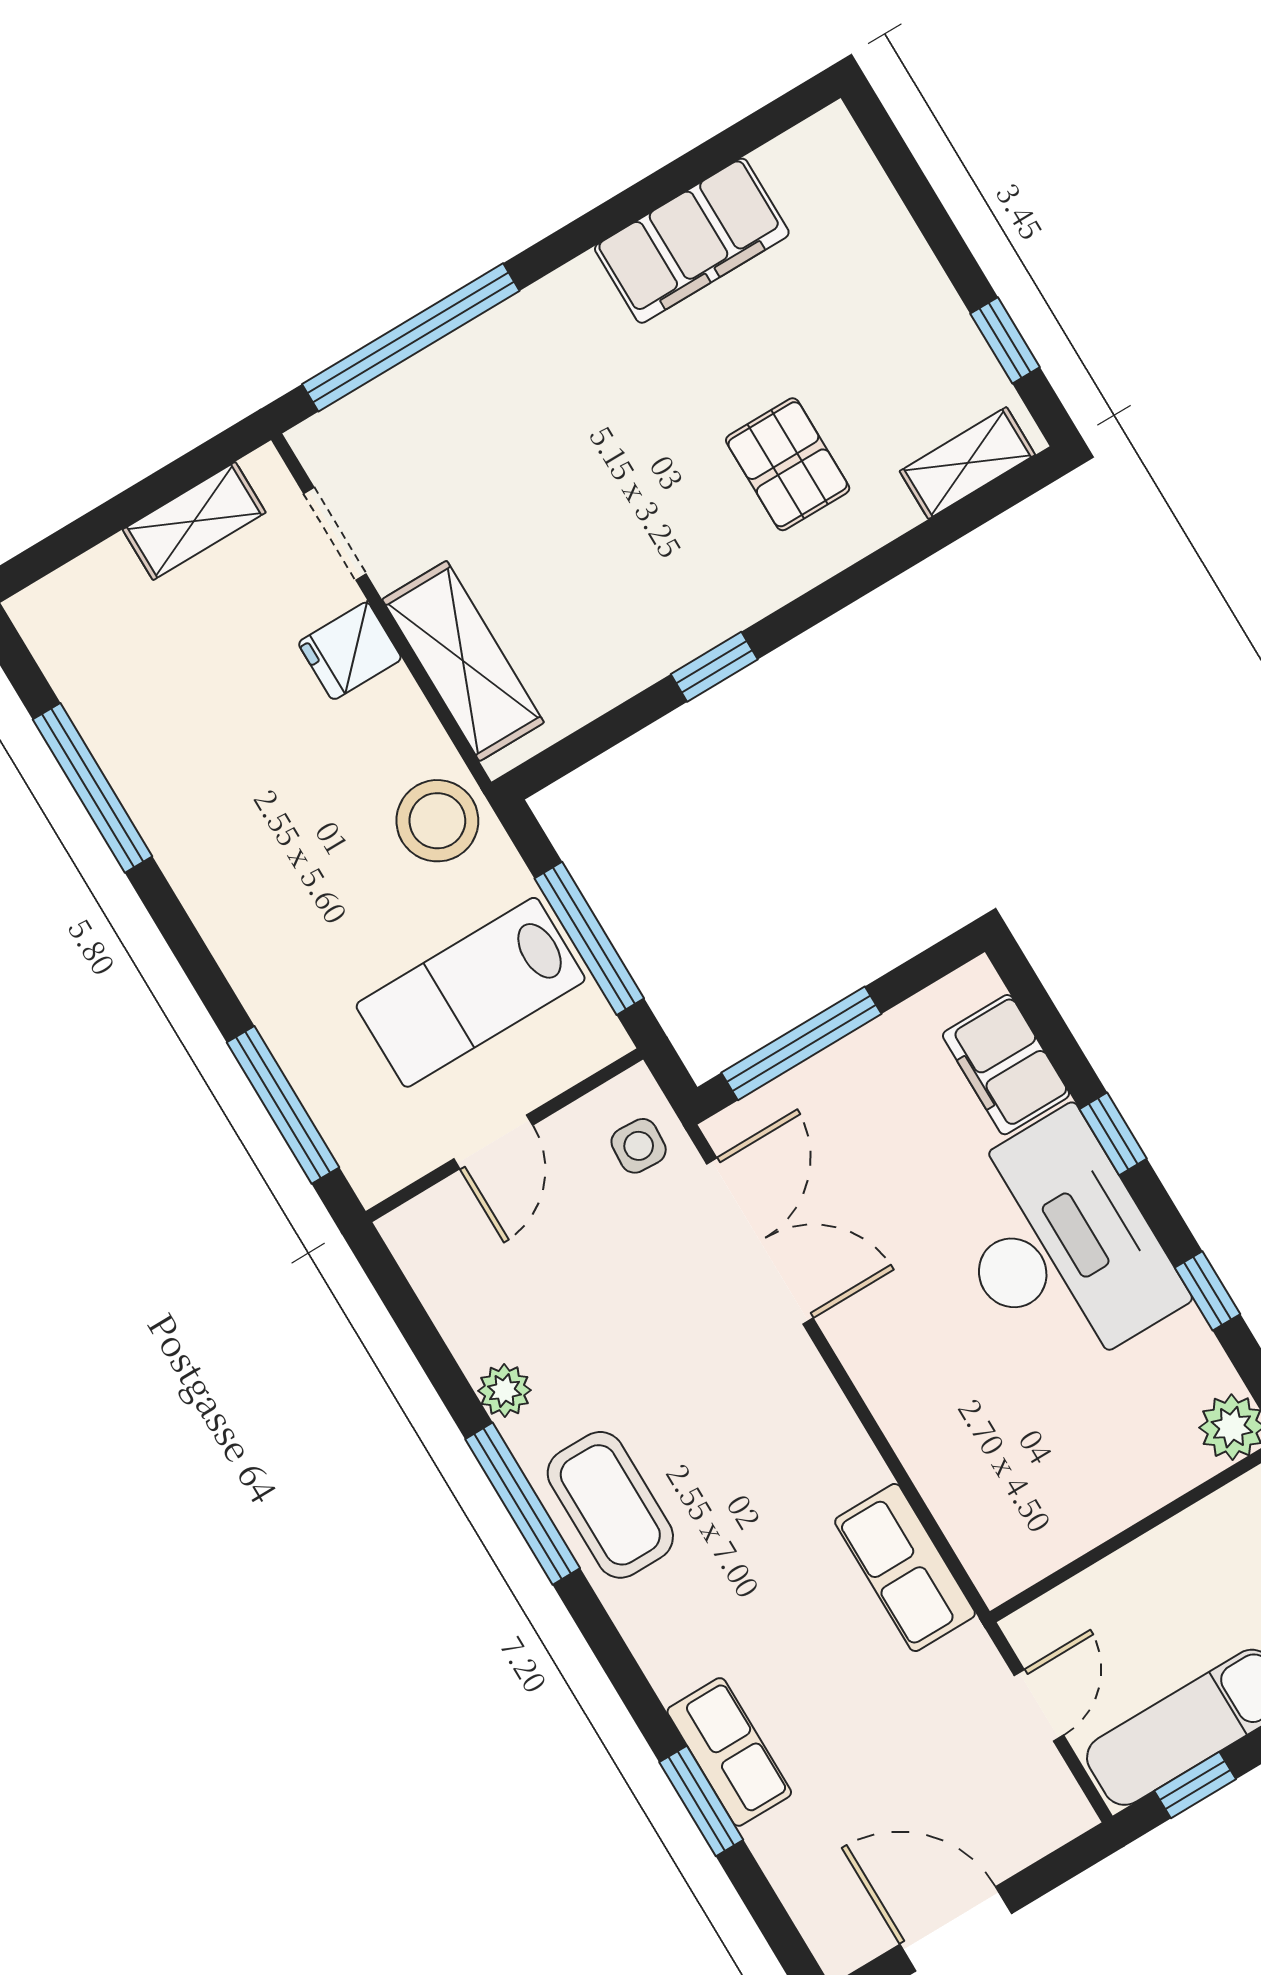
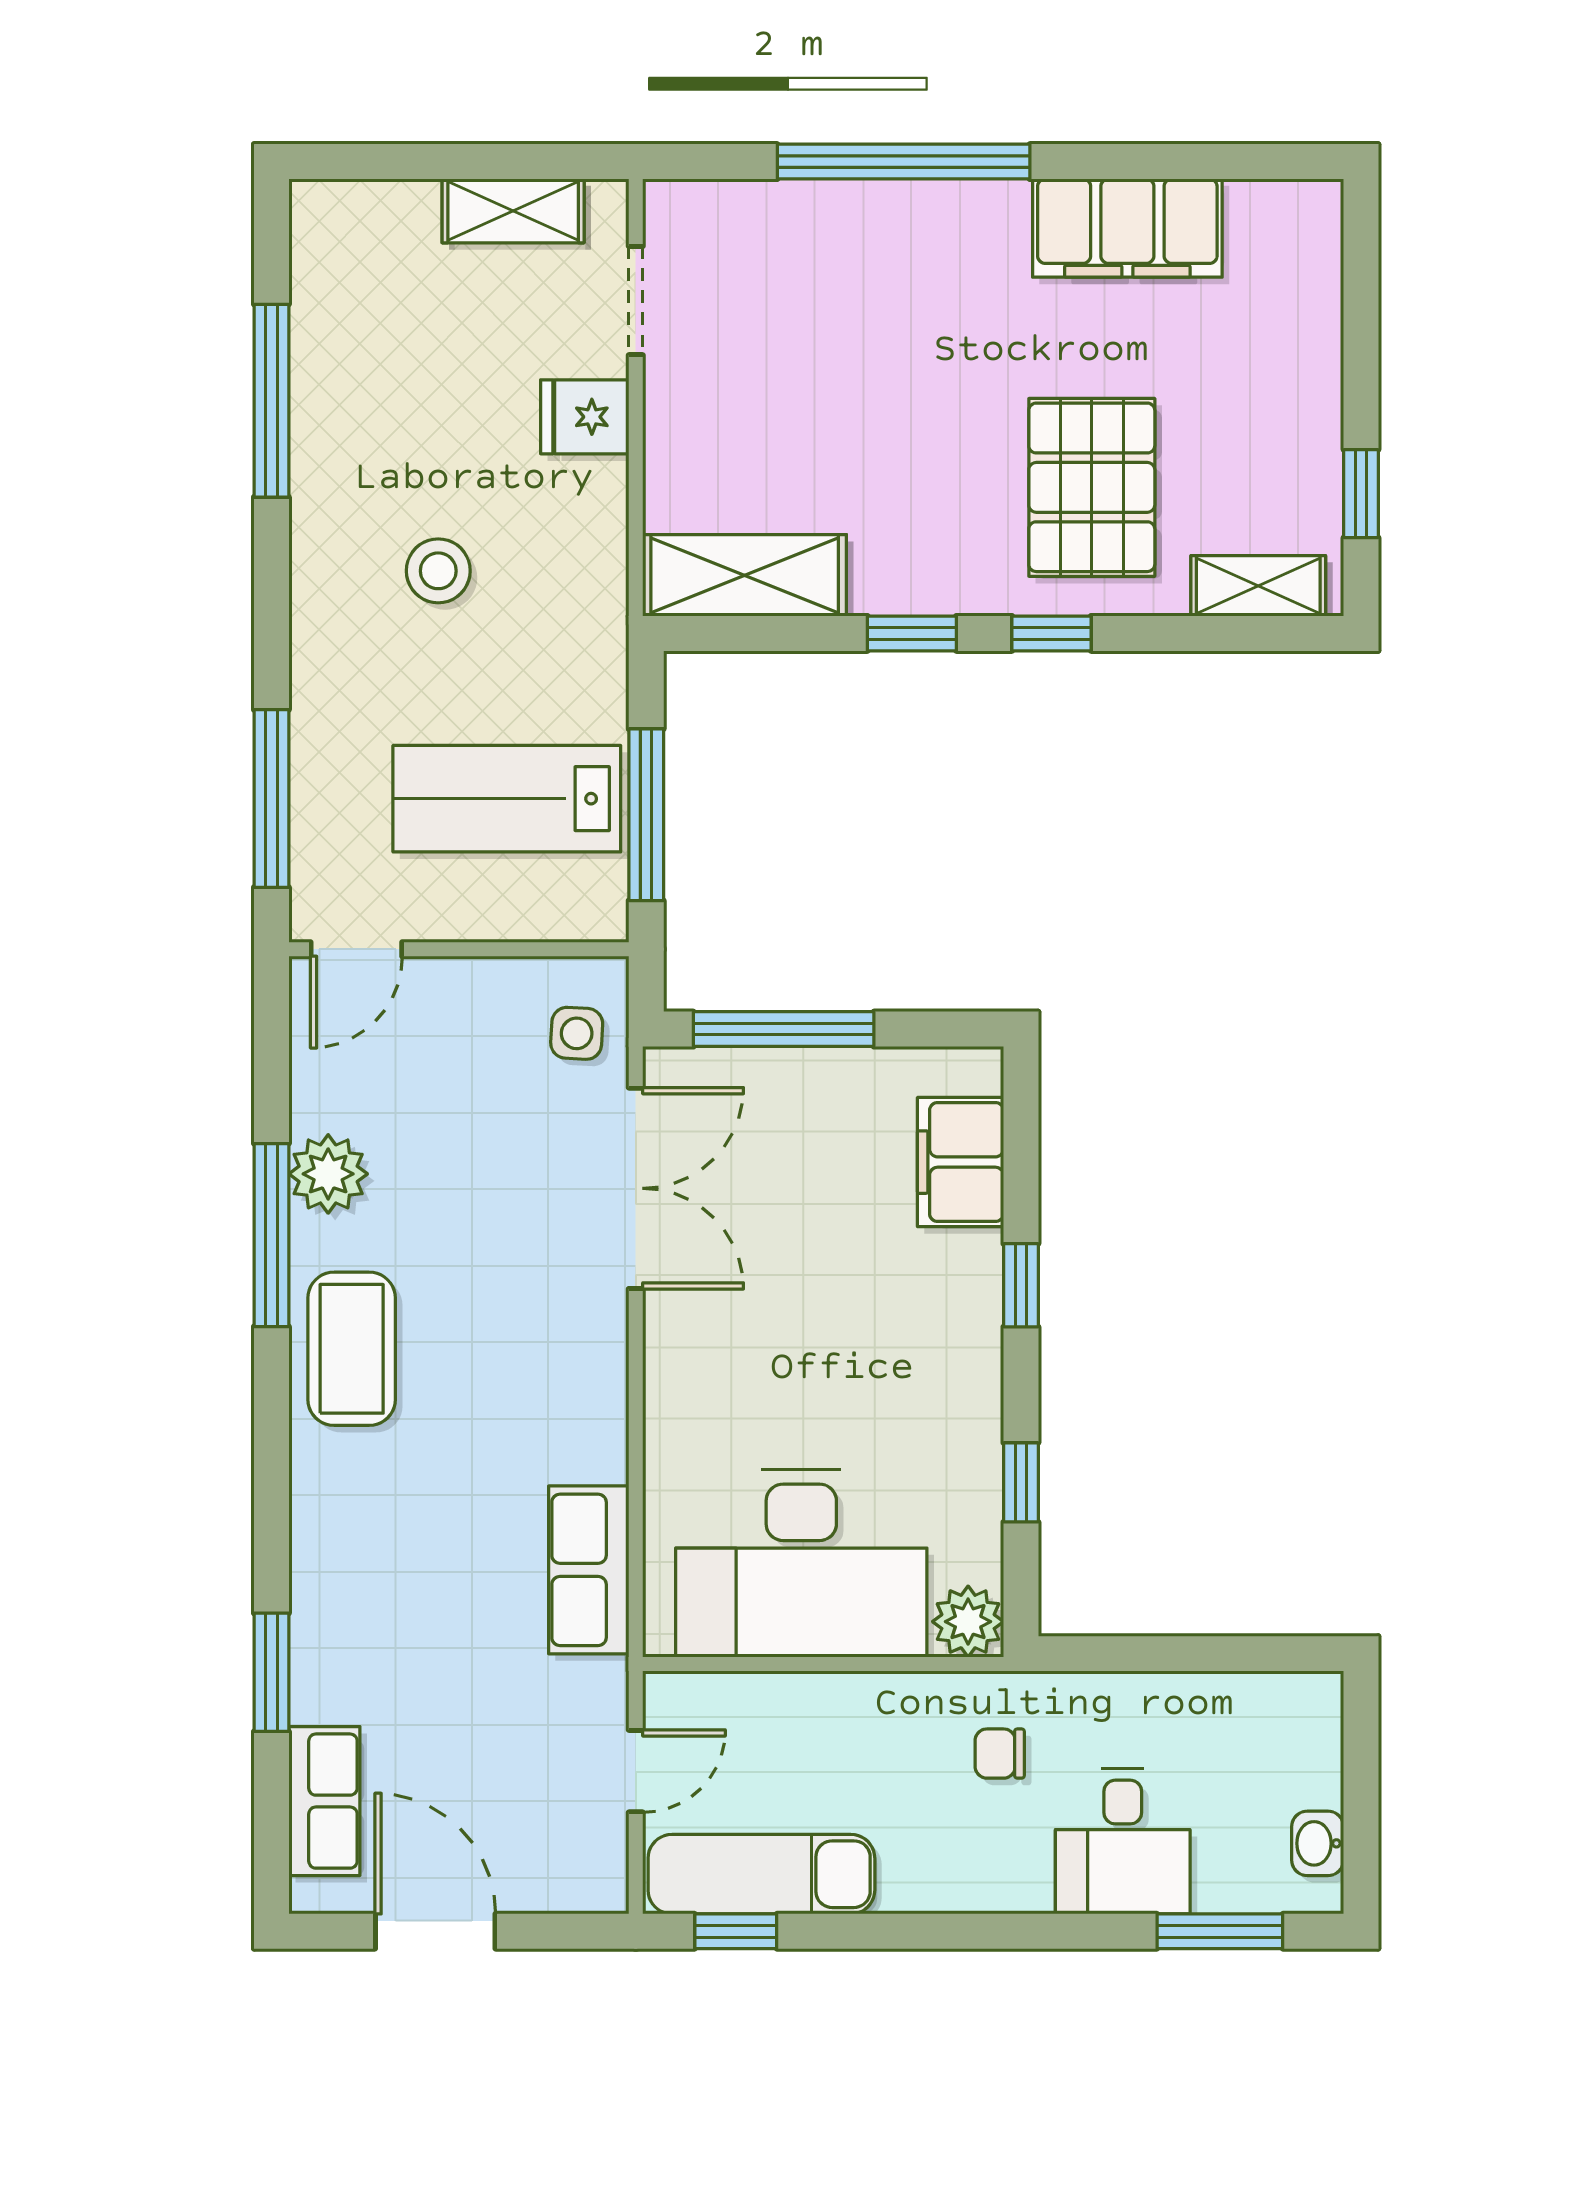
window: (411, 337) -> (904, 162), moved
pallet: (788, 464) -> (1092, 487), width x1.50, depth x1.42
window: (825, 600) -> (1052, 633), added
shelving: (463, 661) -> (745, 575), moved, turned 90
stool: (437, 821) -> (438, 571), moved, width x0.73, depth x0.73
door: (493, 1142) -> (356, 949), moved
desk: (1059, 1245) -> (801, 1563), moved, turned 90
plant: (504, 1390) -> (328, 1174), width x1.38, depth x1.38
window: (523, 1504) -> (271, 1235), moved
row of seats: (729, 1752) -> (324, 1801), moved

